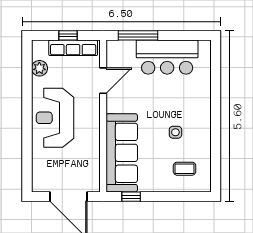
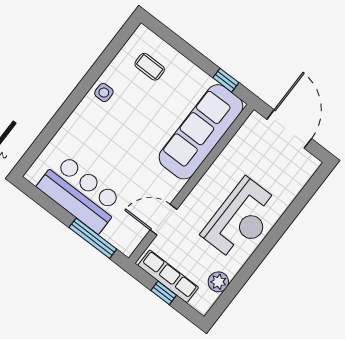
side table: (175, 132) -> (104, 93), moved

